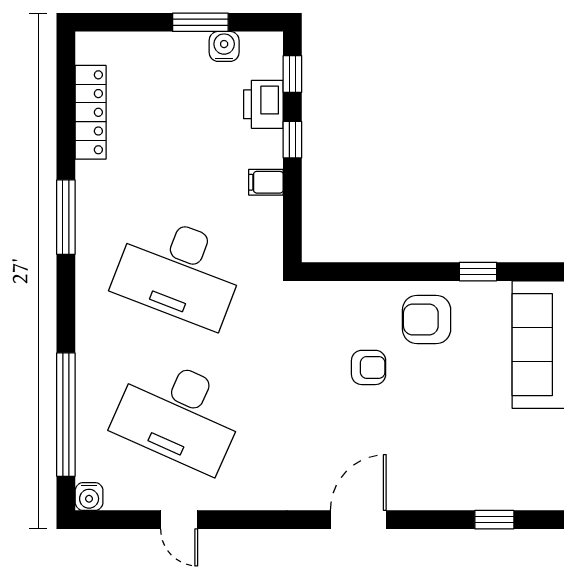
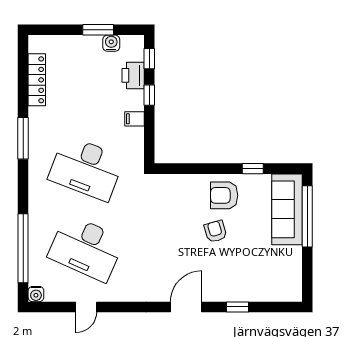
armchair: (369, 367) -> (215, 231), moved, turned -106
door: (179, 520) -> (86, 307), hinge flipped
window: (494, 520) -> (237, 307), moved

